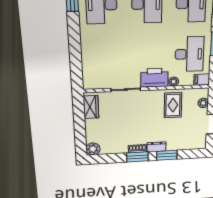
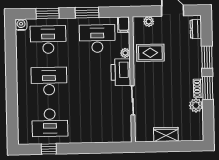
wardrobe: (91, 107) -> (166, 134), moved
dresser: (156, 147) -> (196, 29), moved
plant: (93, 149) -> (196, 105), moved

